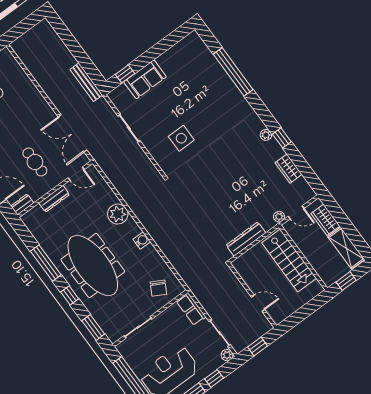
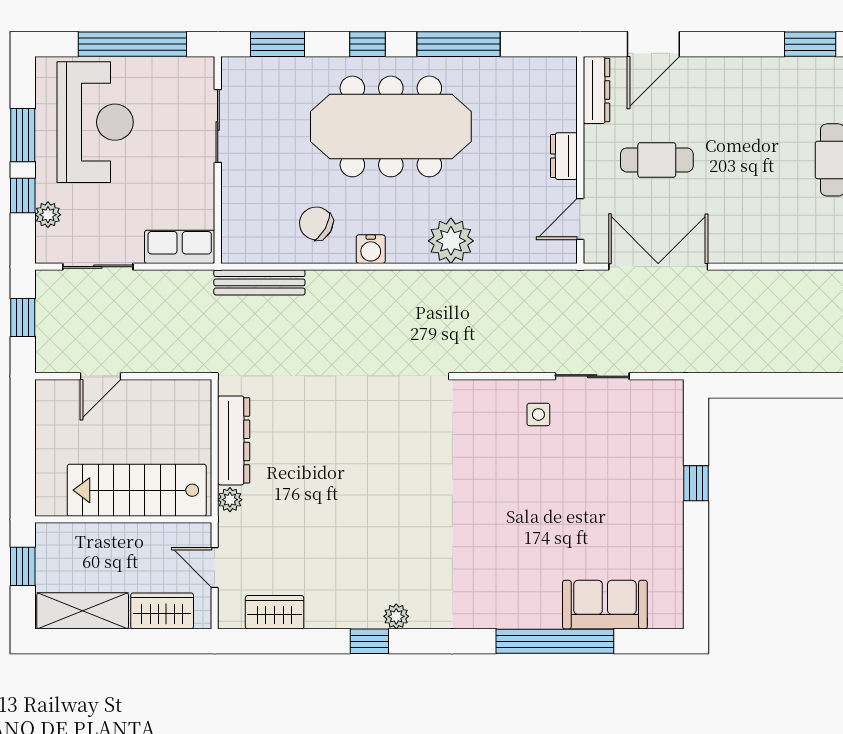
window: (125, 74) -> (696, 483), moved
sofa: (145, 79) -> (605, 605), moved, turned 90
bench: (86, 82) -> (259, 282), moved
side table: (181, 138) -> (538, 414), moved, width x0.54, depth x0.54
wardrobe: (288, 169) -> (275, 612), moved
dresser: (54, 199) -> (564, 156), width x0.70
dresser: (22, 205) -> (596, 90), width x1.44
door: (296, 212) -> (215, 568), hinge flipped
plant: (279, 217) -> (230, 500), moved
chair: (158, 288) -> (316, 223), moved
plant: (227, 355) -> (48, 215), moved

